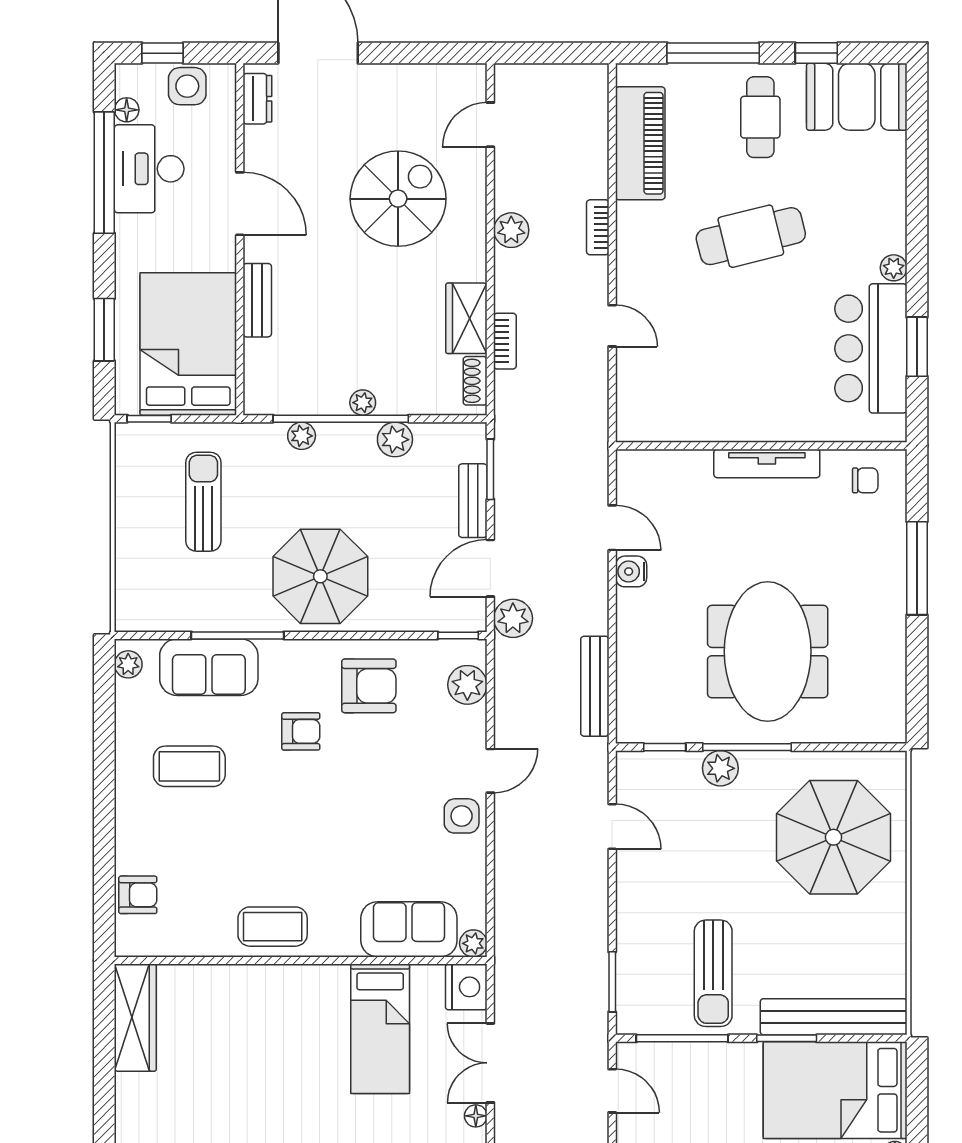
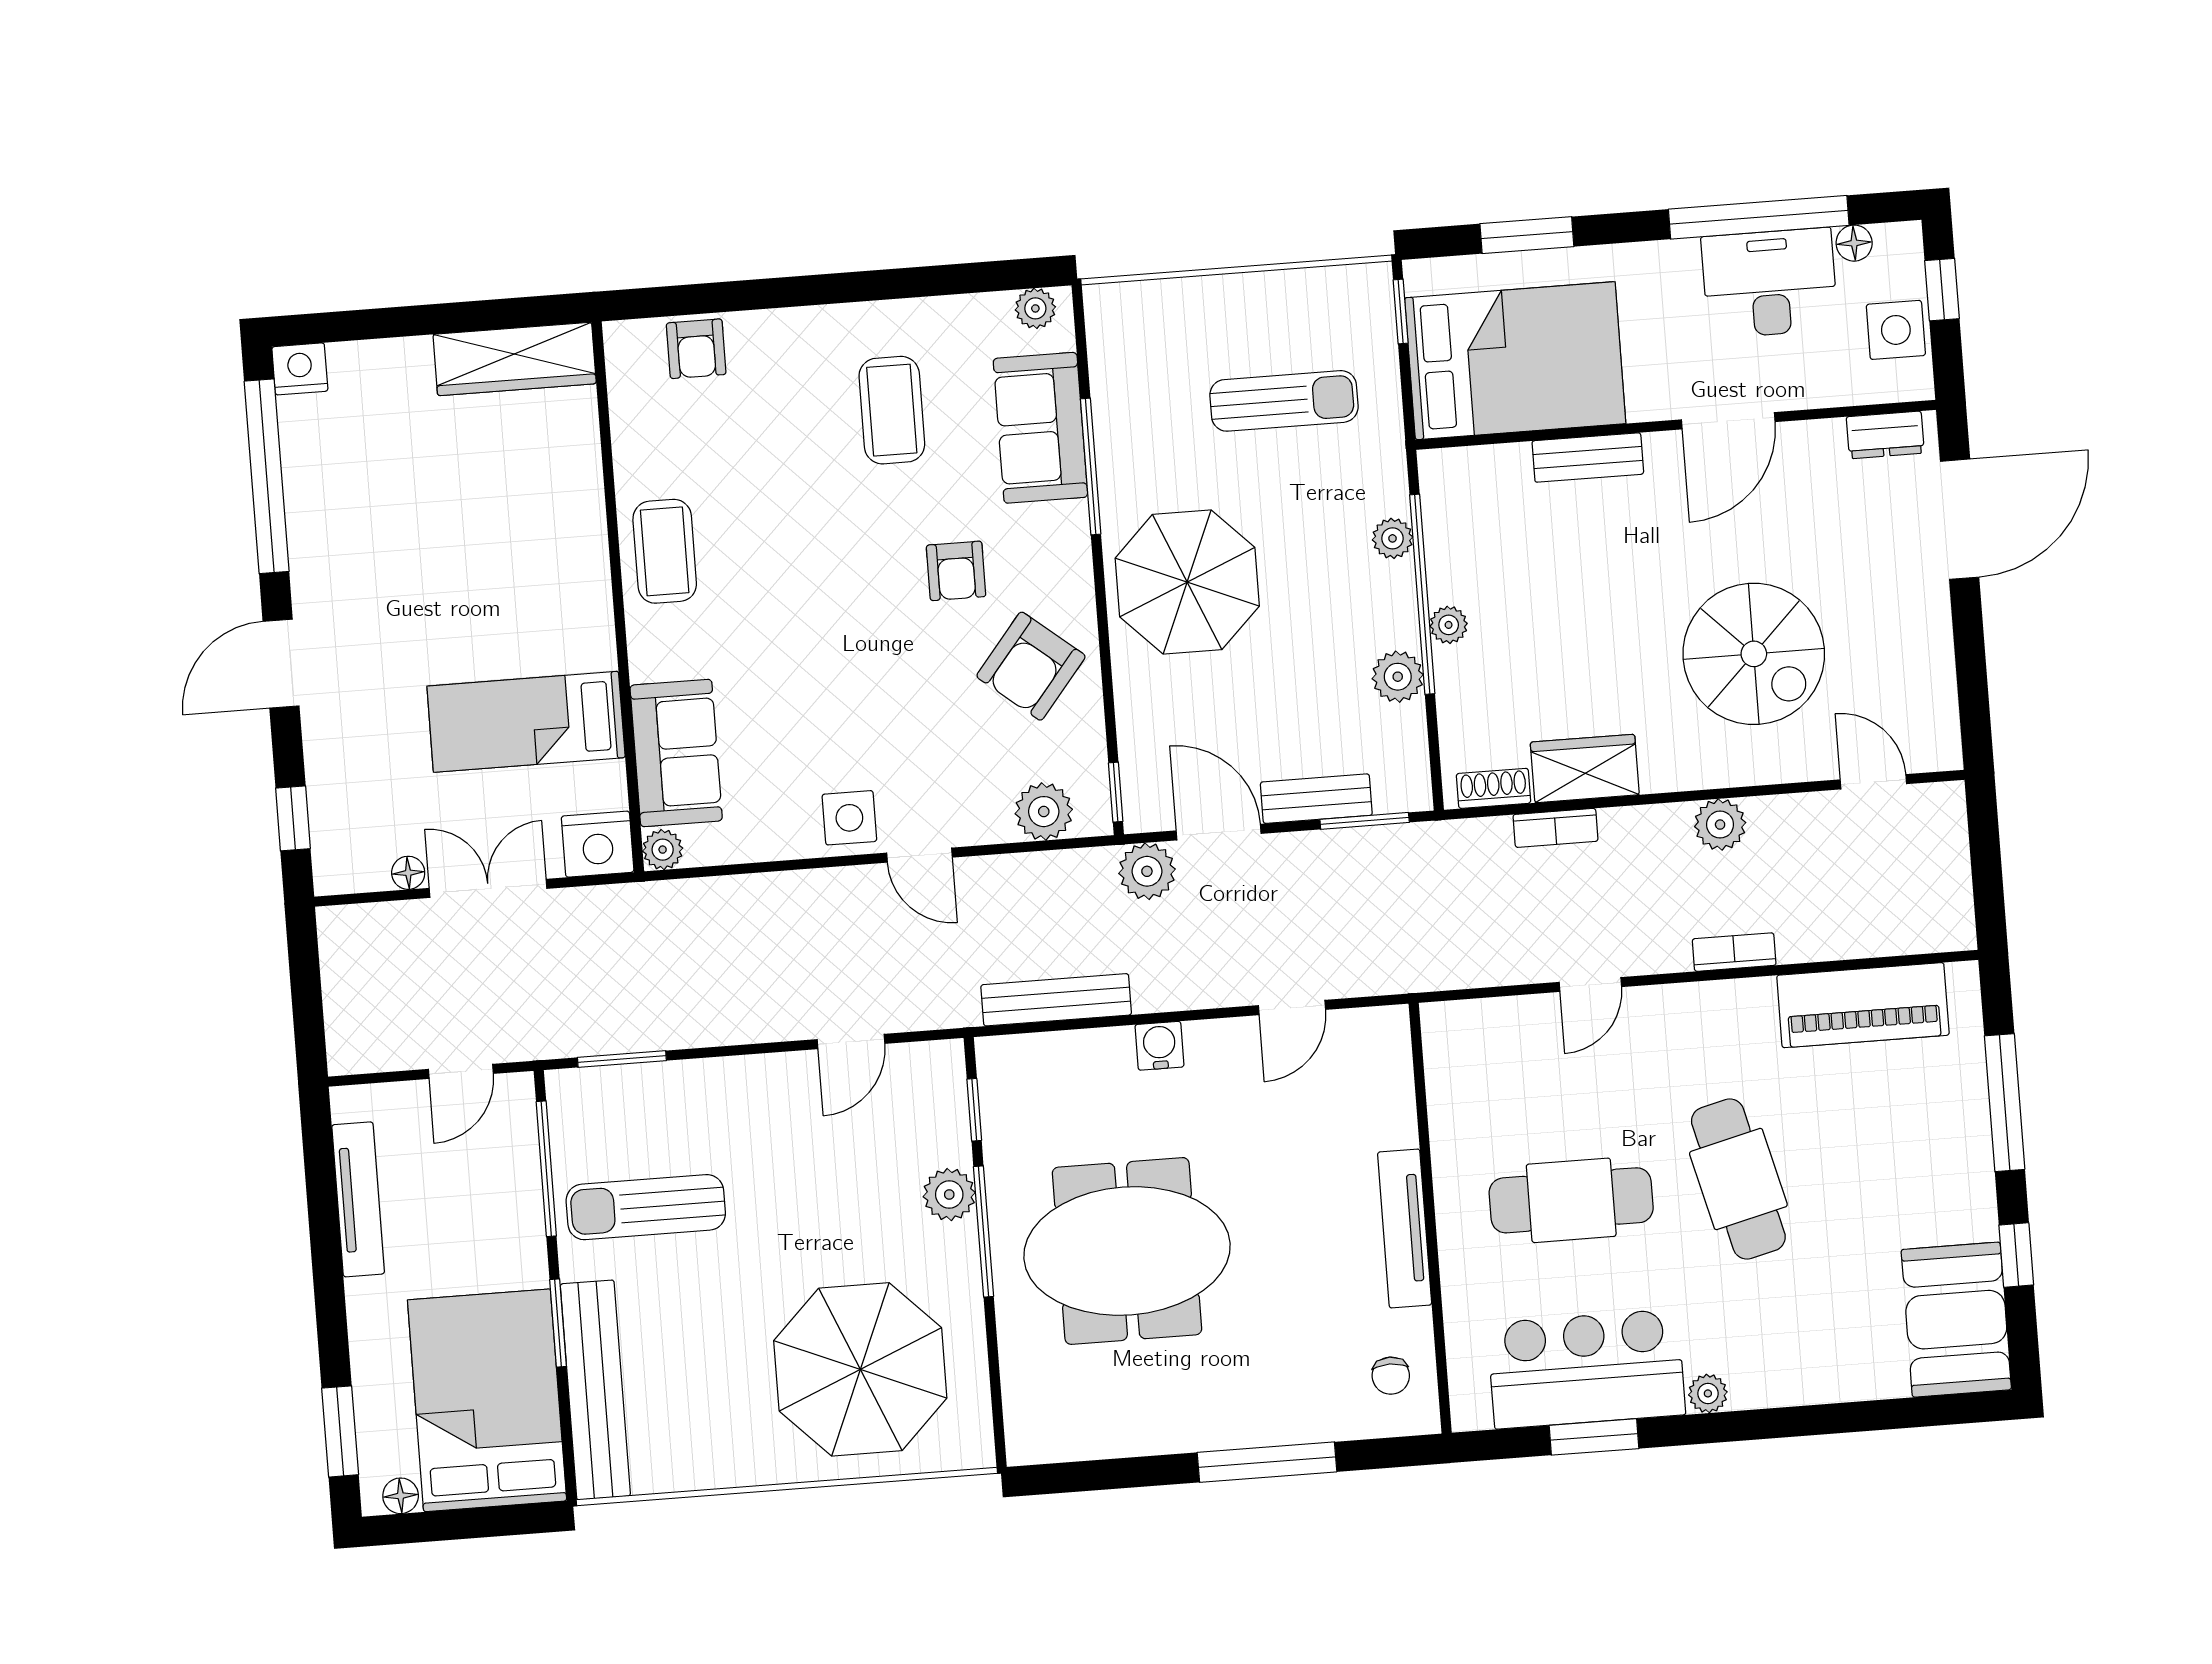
cafe table: (760, 117) -> (1571, 1200), moved, width x1.37, depth x1.35
water cooler: (631, 571) -> (1159, 1046), moved
armchair: (369, 686) -> (1031, 666), turned 39

